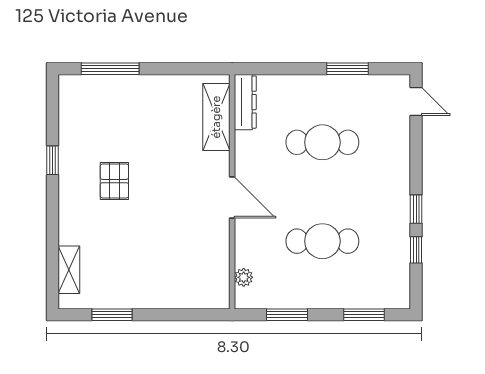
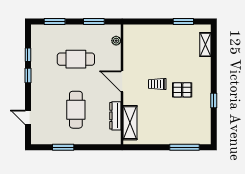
door: (416, 101) -> (28, 117), moved
dresser: (245, 102) -> (115, 116), moved
cafe table: (322, 142) -> (76, 110), turned 90
pallet: (114, 181) -> (182, 90), turned 90
trolley: (163, 193) -> (157, 84), added

